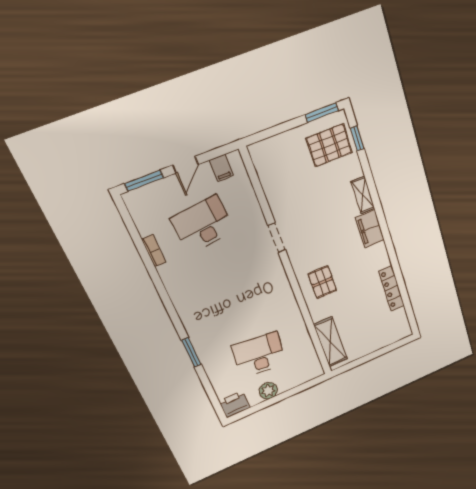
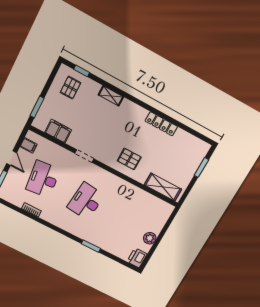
window: (322, 113) -> (37, 107), moved
pallet: (329, 145) -> (70, 88), width x0.67, depth x0.71
filing cabinet: (370, 229) -> (58, 131), moved, turned 180
locker: (392, 288) -> (161, 124), moved
window: (385, 350) -> (201, 167), added
desk: (259, 355) -> (86, 201), moved

